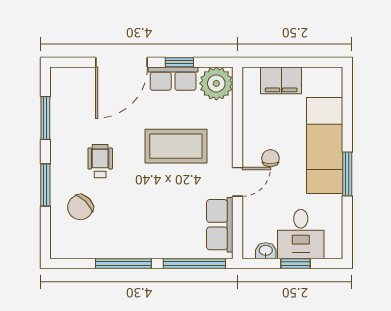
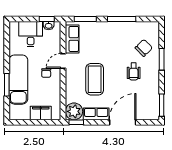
window: (179, 62) -> (76, 122), moved
window: (45, 118) -> (162, 105), moved
coffee table: (176, 146) -> (95, 79), turned 90
window: (347, 174) -> (7, 85), moved
window: (194, 263) -> (85, 19), width x0.69
window: (295, 263) -> (47, 19), moved

